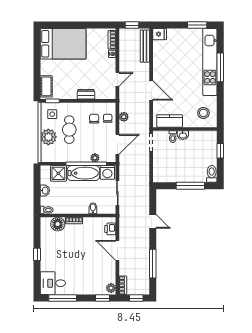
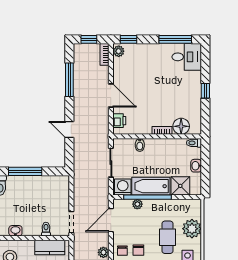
washbasin: (183, 135) -> (15, 231), moved

